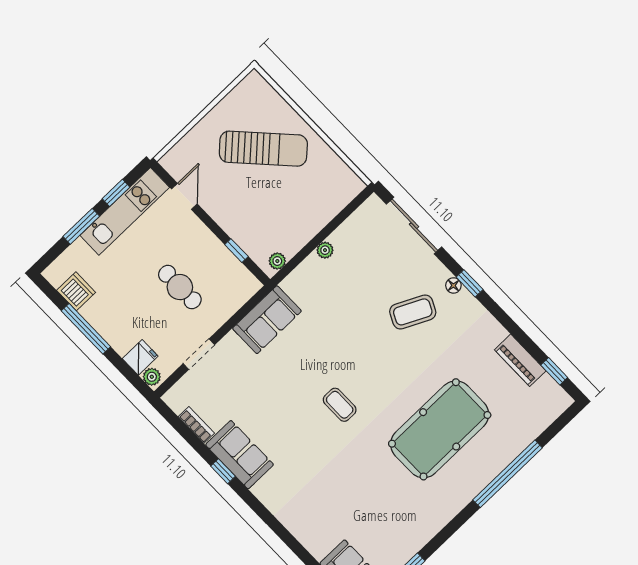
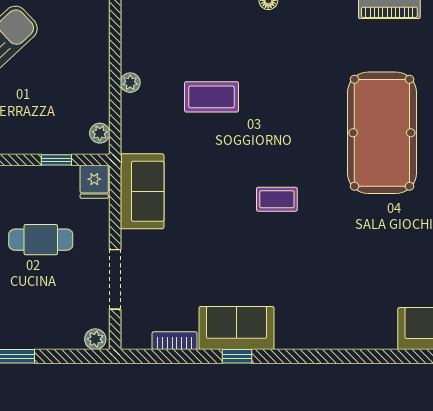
coffee table: (413, 312) -> (212, 97), moved, turned 64
doorway: (199, 354) -> (115, 279), width x1.38
fridge: (140, 357) -> (94, 182), moved, turned 180

